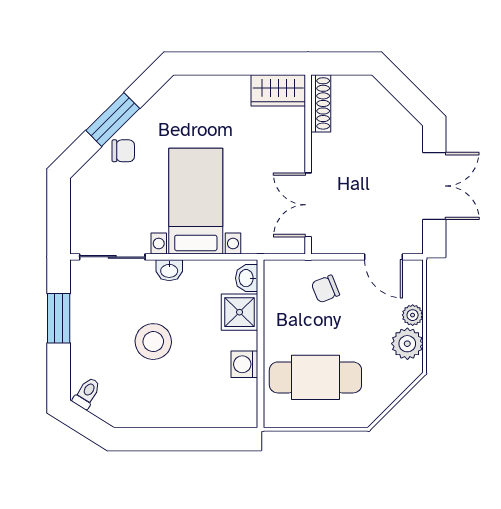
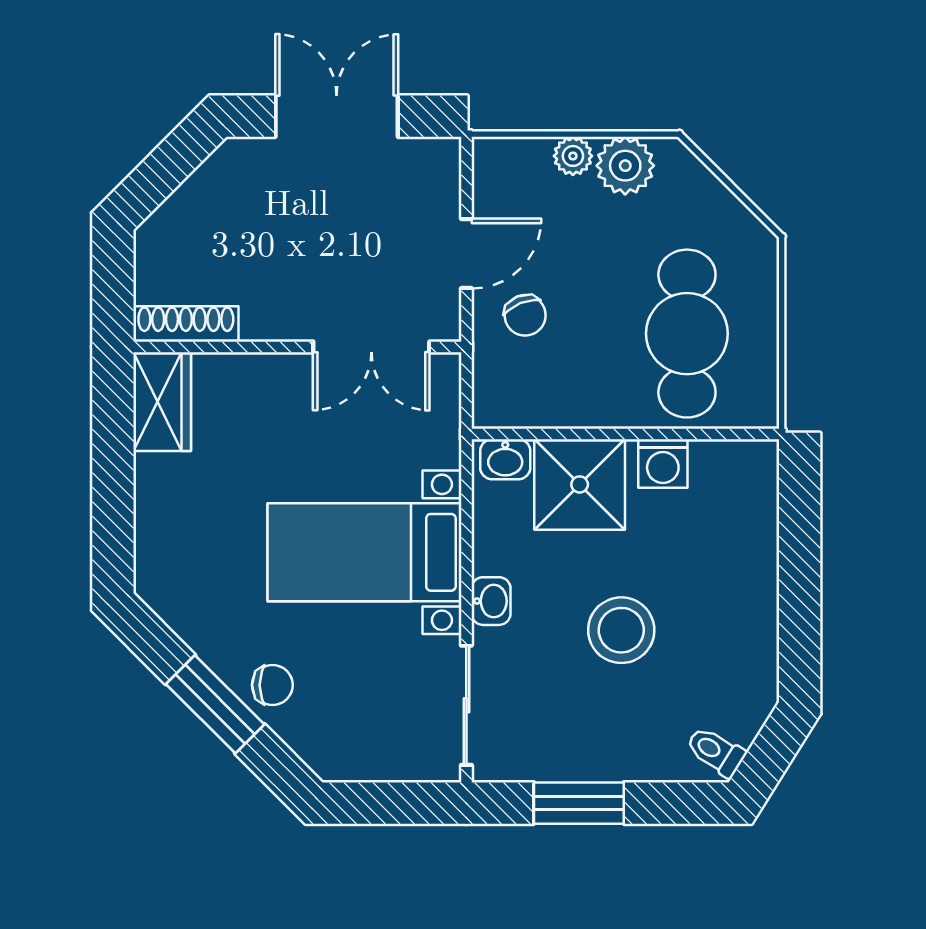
chair: (123, 151) -> (272, 685), turned 90
door: (384, 257) -> (466, 253), moved
shower: (240, 312) -> (580, 484), width x1.36, depth x1.36

